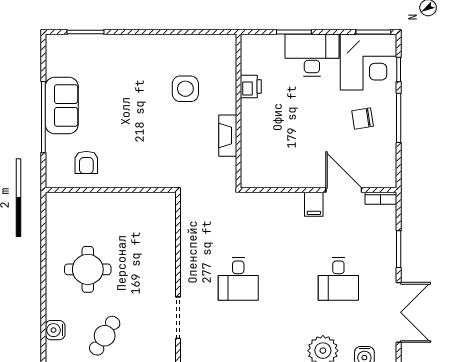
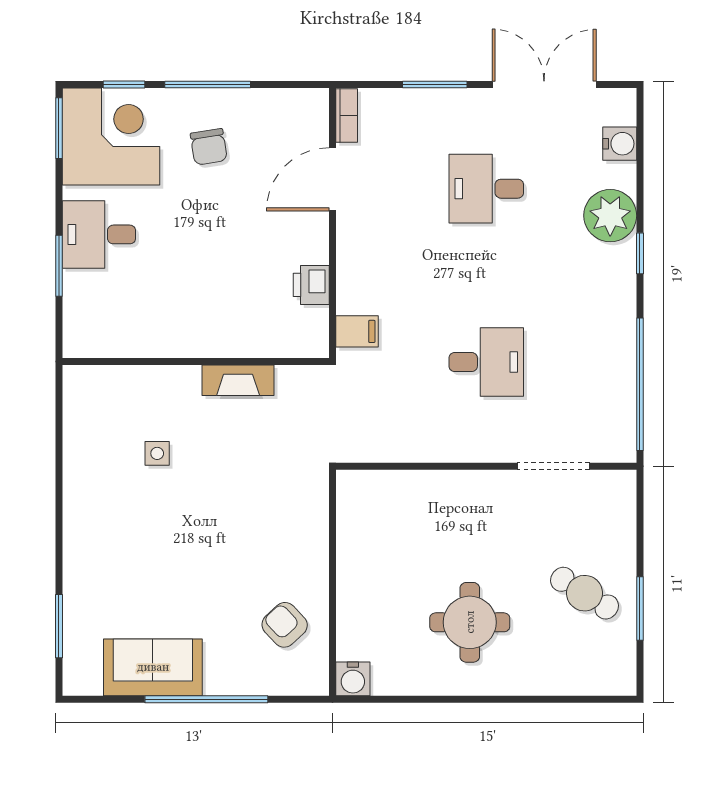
desk: (312, 55) -> (99, 234), width x0.73
printer: (251, 86) -> (311, 285), moved, turned -90
side table: (185, 89) -> (157, 453), width x0.54, depth x0.54
sofa: (62, 105) -> (153, 667), moved
armchair: (86, 162) -> (285, 625), turned -133
filing cabinet: (314, 204) -> (357, 331), moved
desk: (338, 279) -> (486, 189), turned 180
water cooler: (55, 330) -> (353, 679), moved

